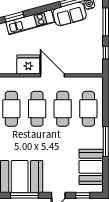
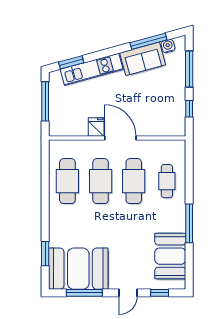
fridge: (28, 64) -> (96, 127), width x0.53, depth x0.75
cafe table: (88, 109) -> (167, 181), width x0.73, depth x0.74

